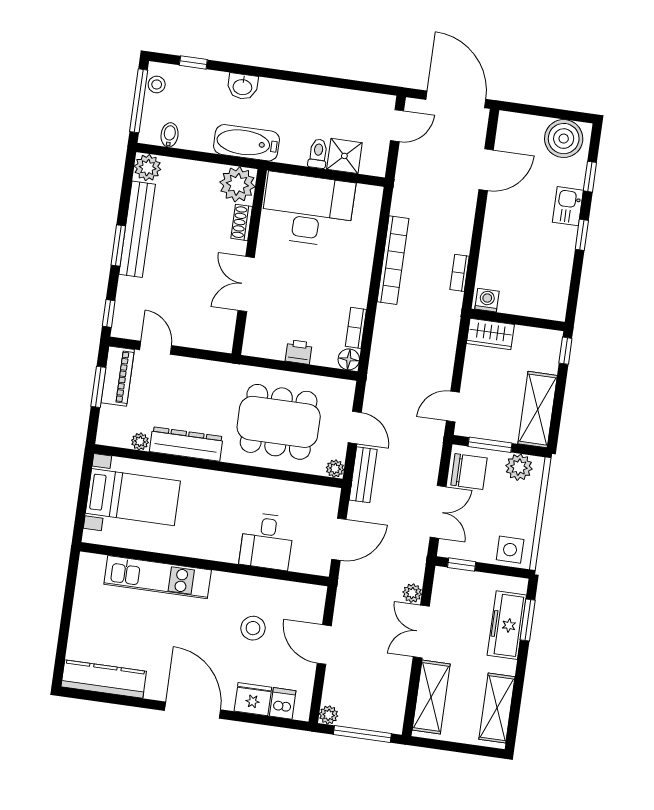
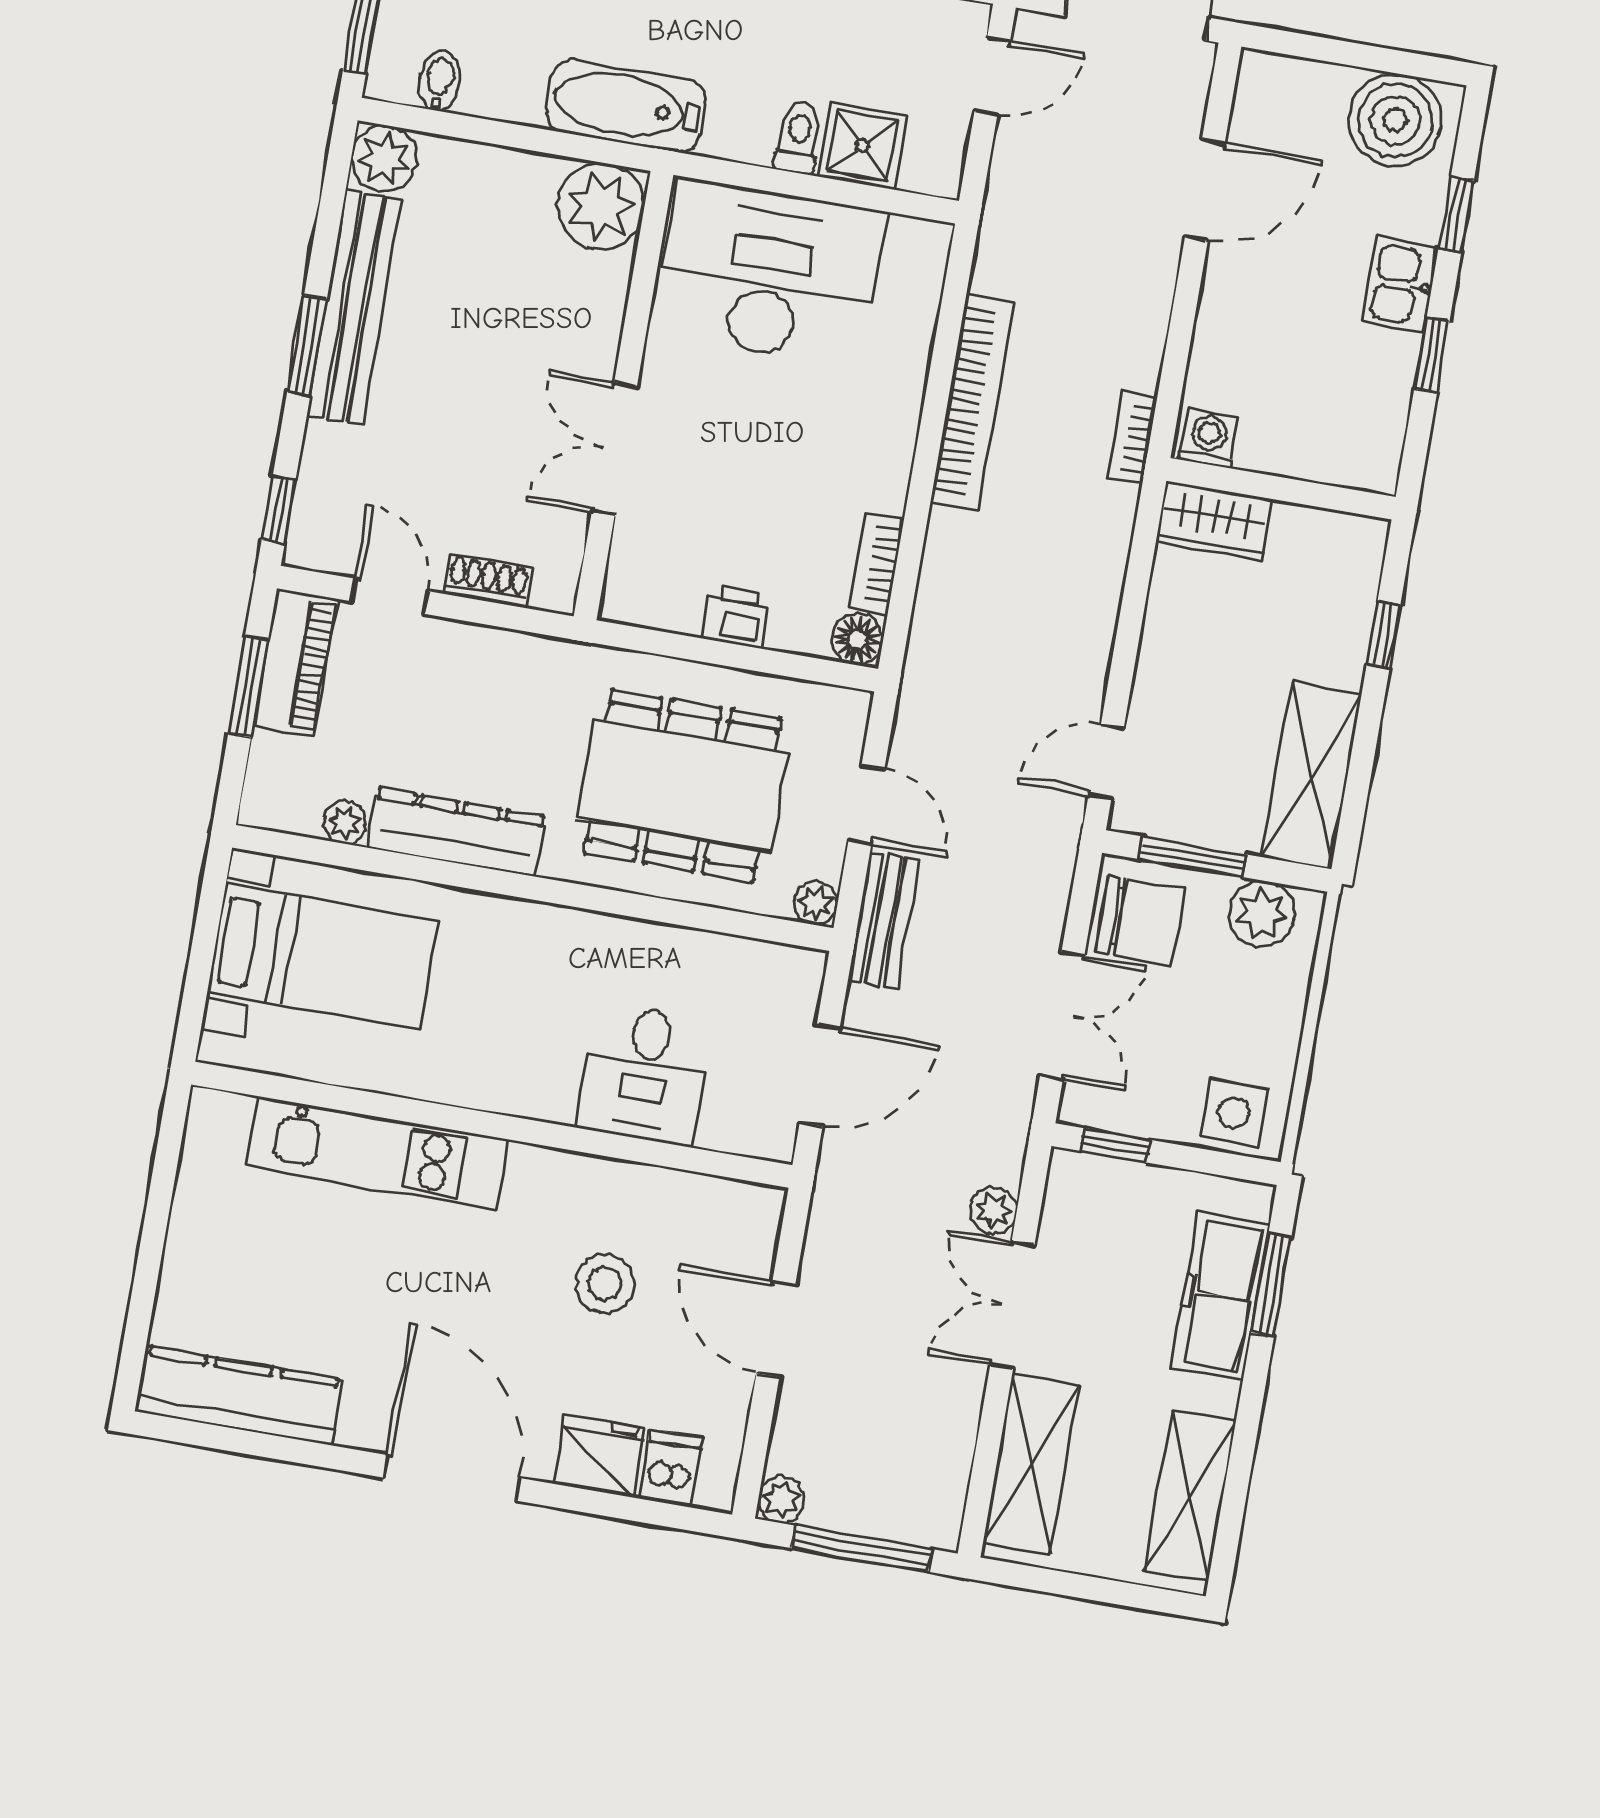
shoe rack: (242, 222) -> (488, 581), moved, turned 90
washing machine: (487, 300) -> (1209, 438), moved
wall: (517, 320) -> (1281, 489), moved
wardrobe: (490, 334) -> (1214, 521), moved

